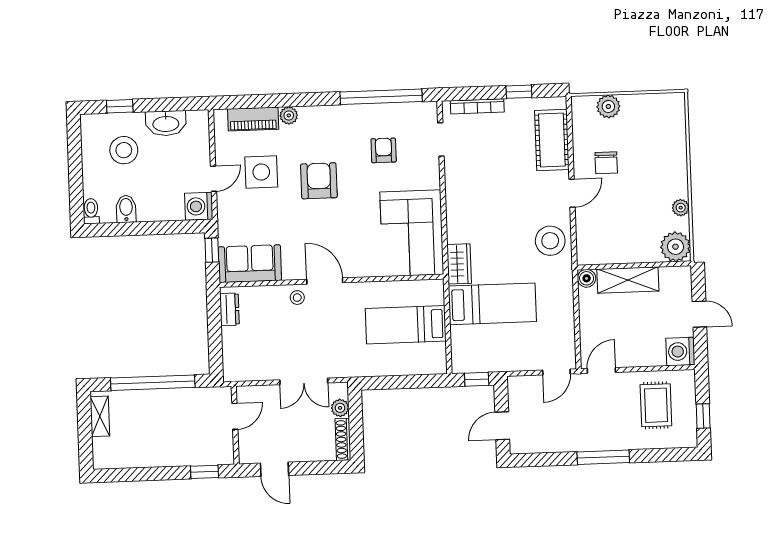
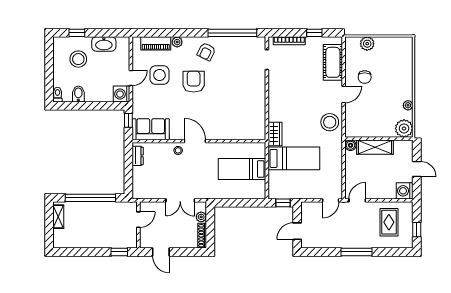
armchair: (384, 150) -> (206, 52), moved, turned -153
corner sofa: (412, 233) -> (248, 115), removed

